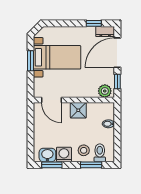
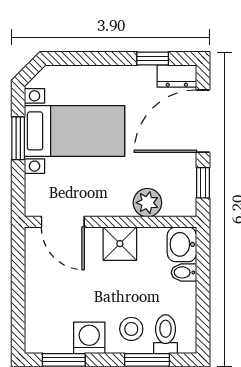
plant: (105, 91) -> (147, 203), moved
washbasin: (47, 155) -> (182, 244), moved, turned -90

